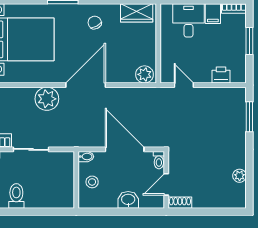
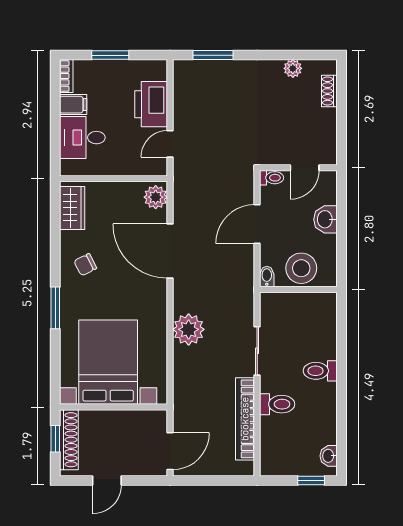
printer: (221, 75) -> (151, 104), width x1.87, depth x1.48
door: (86, 85) -> (170, 251), moved
door: (125, 149) -> (257, 224), width x0.73
stool: (92, 182) -> (301, 268), width x1.89, depth x1.89
door: (166, 184) -> (305, 168), hinge flipped
shoe rack: (180, 203) -> (329, 91), moved

